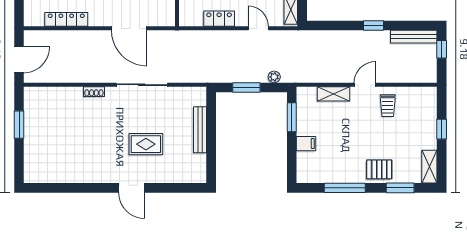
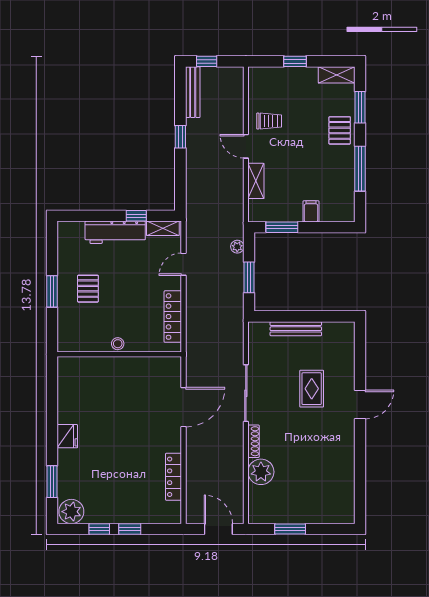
locker: (219, 19) -> (173, 317), width x1.53
shoe rack: (94, 92) -> (254, 441), width x1.43
plant: (71, 98) -> (261, 472), added

